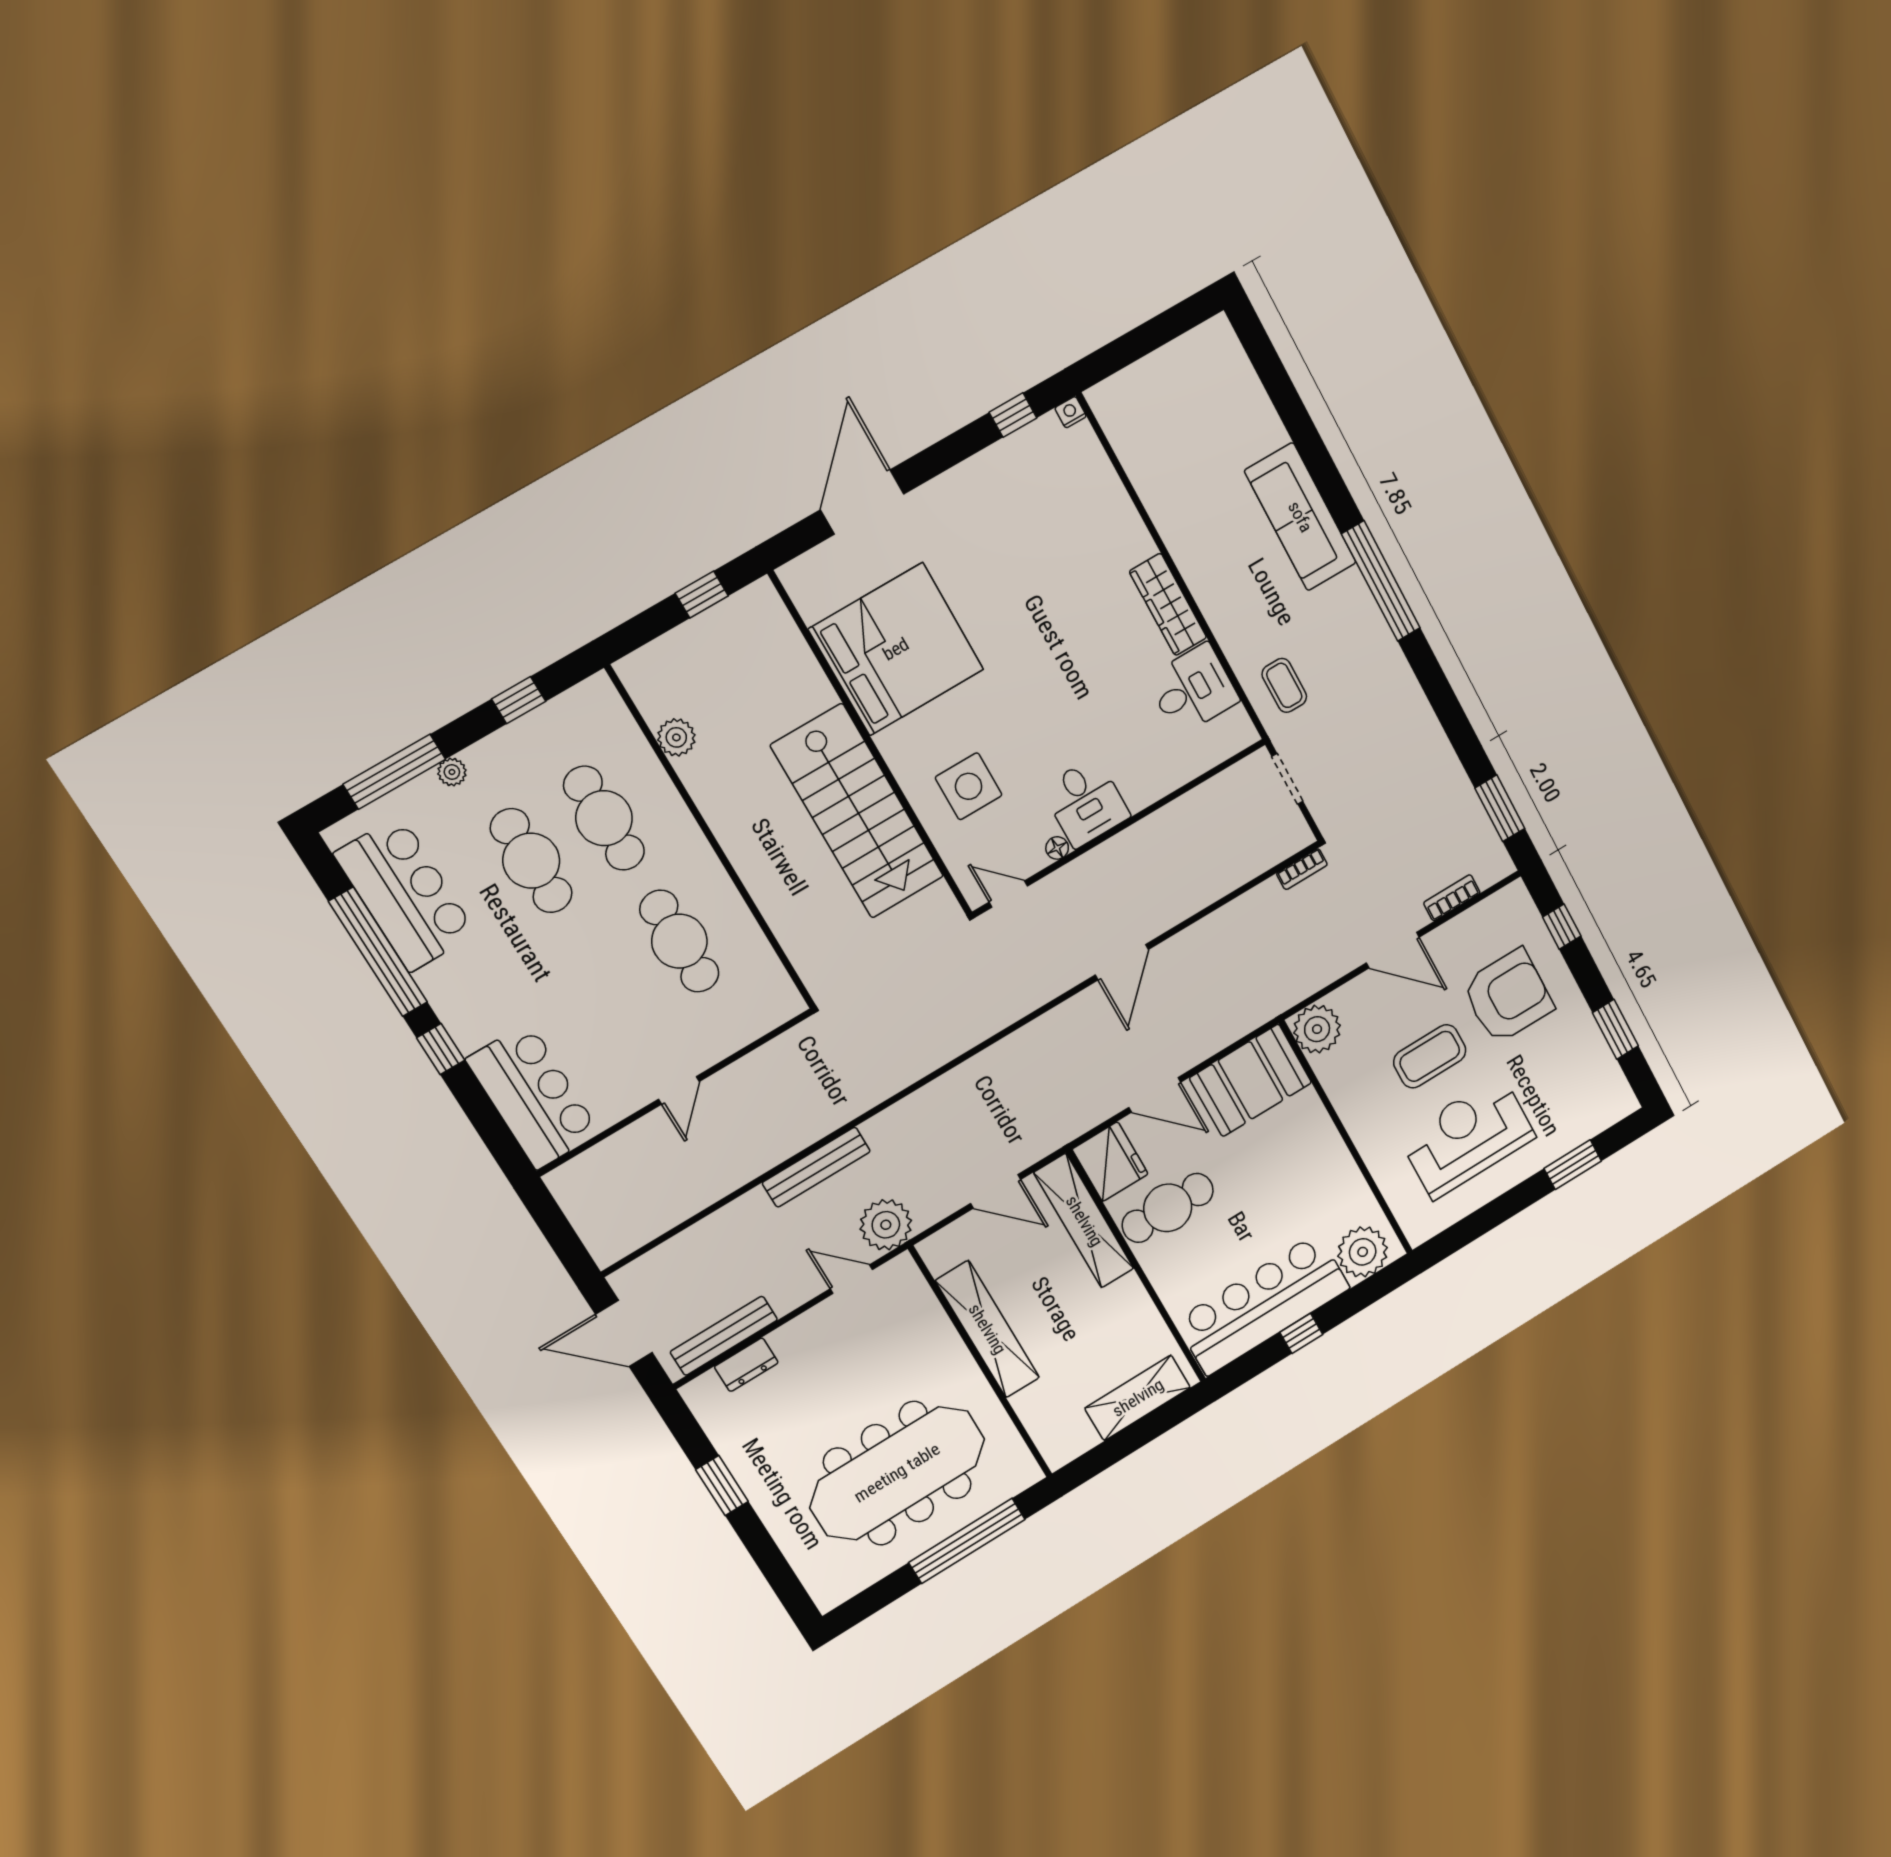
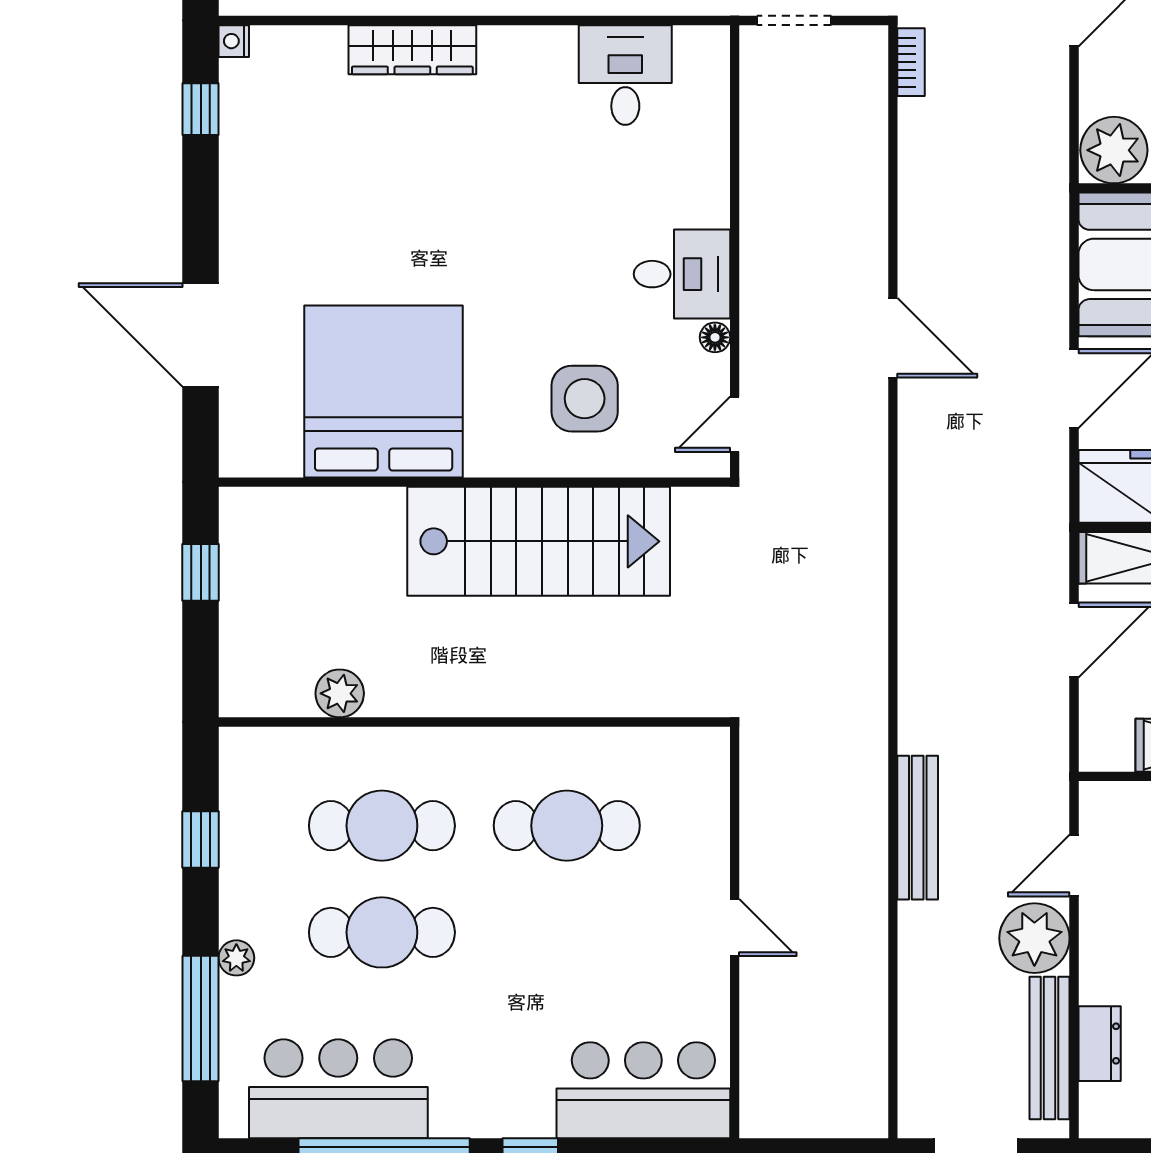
wardrobe: (1168, 604) -> (412, 50), moved
plant: (886, 1225) -> (1034, 938), moved

